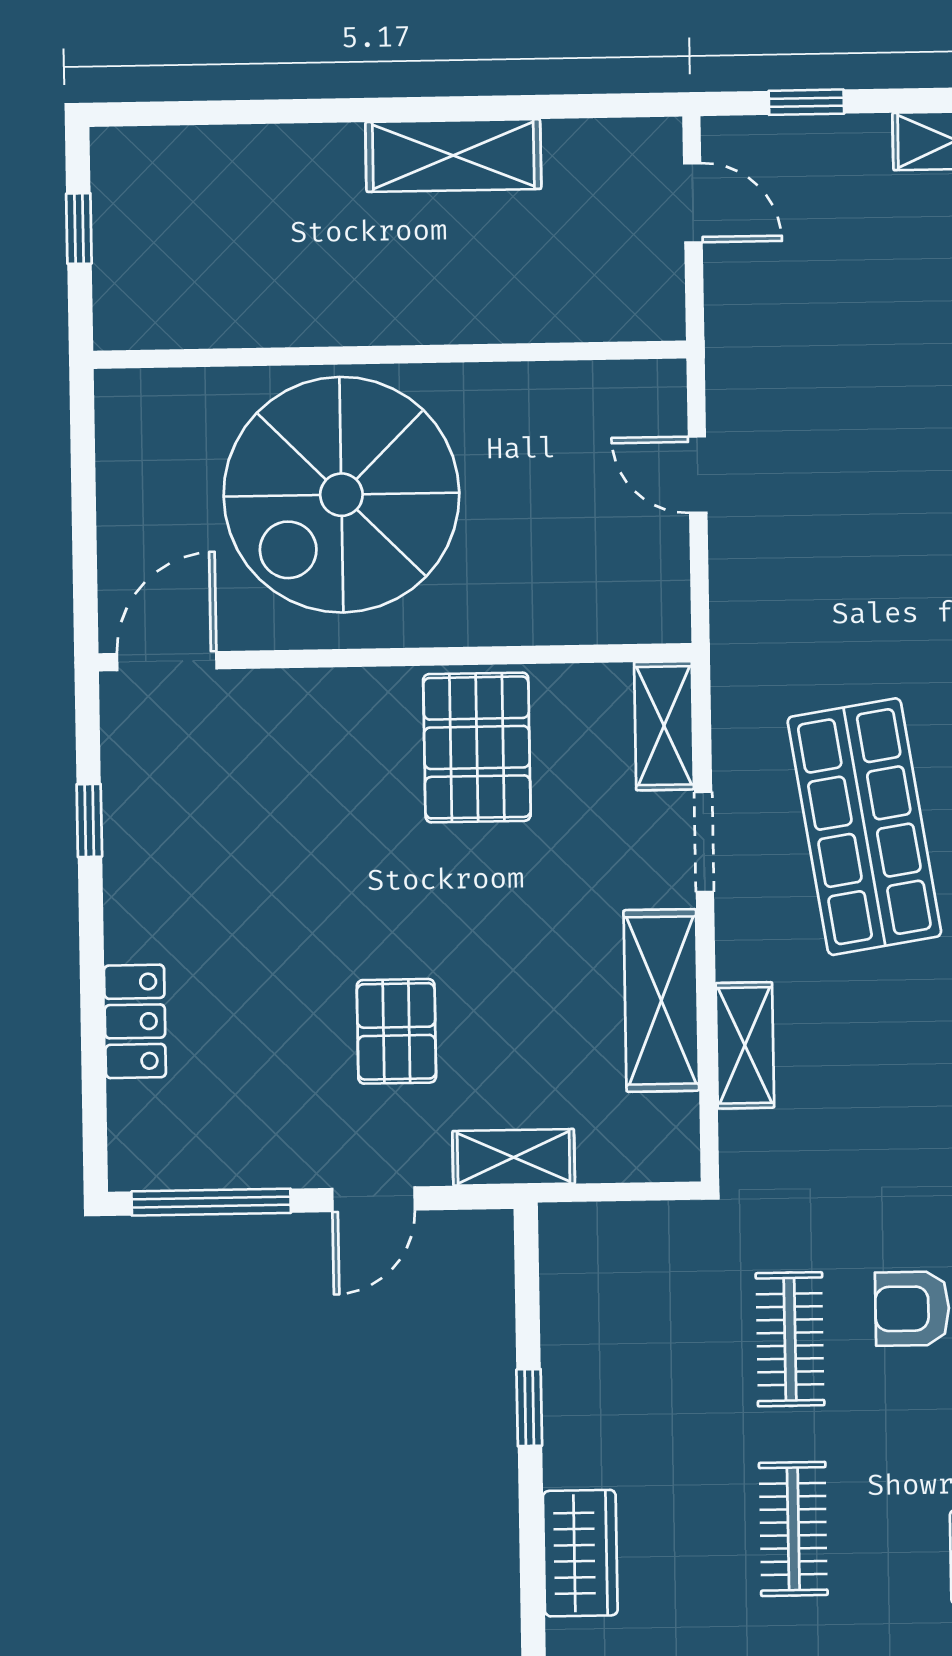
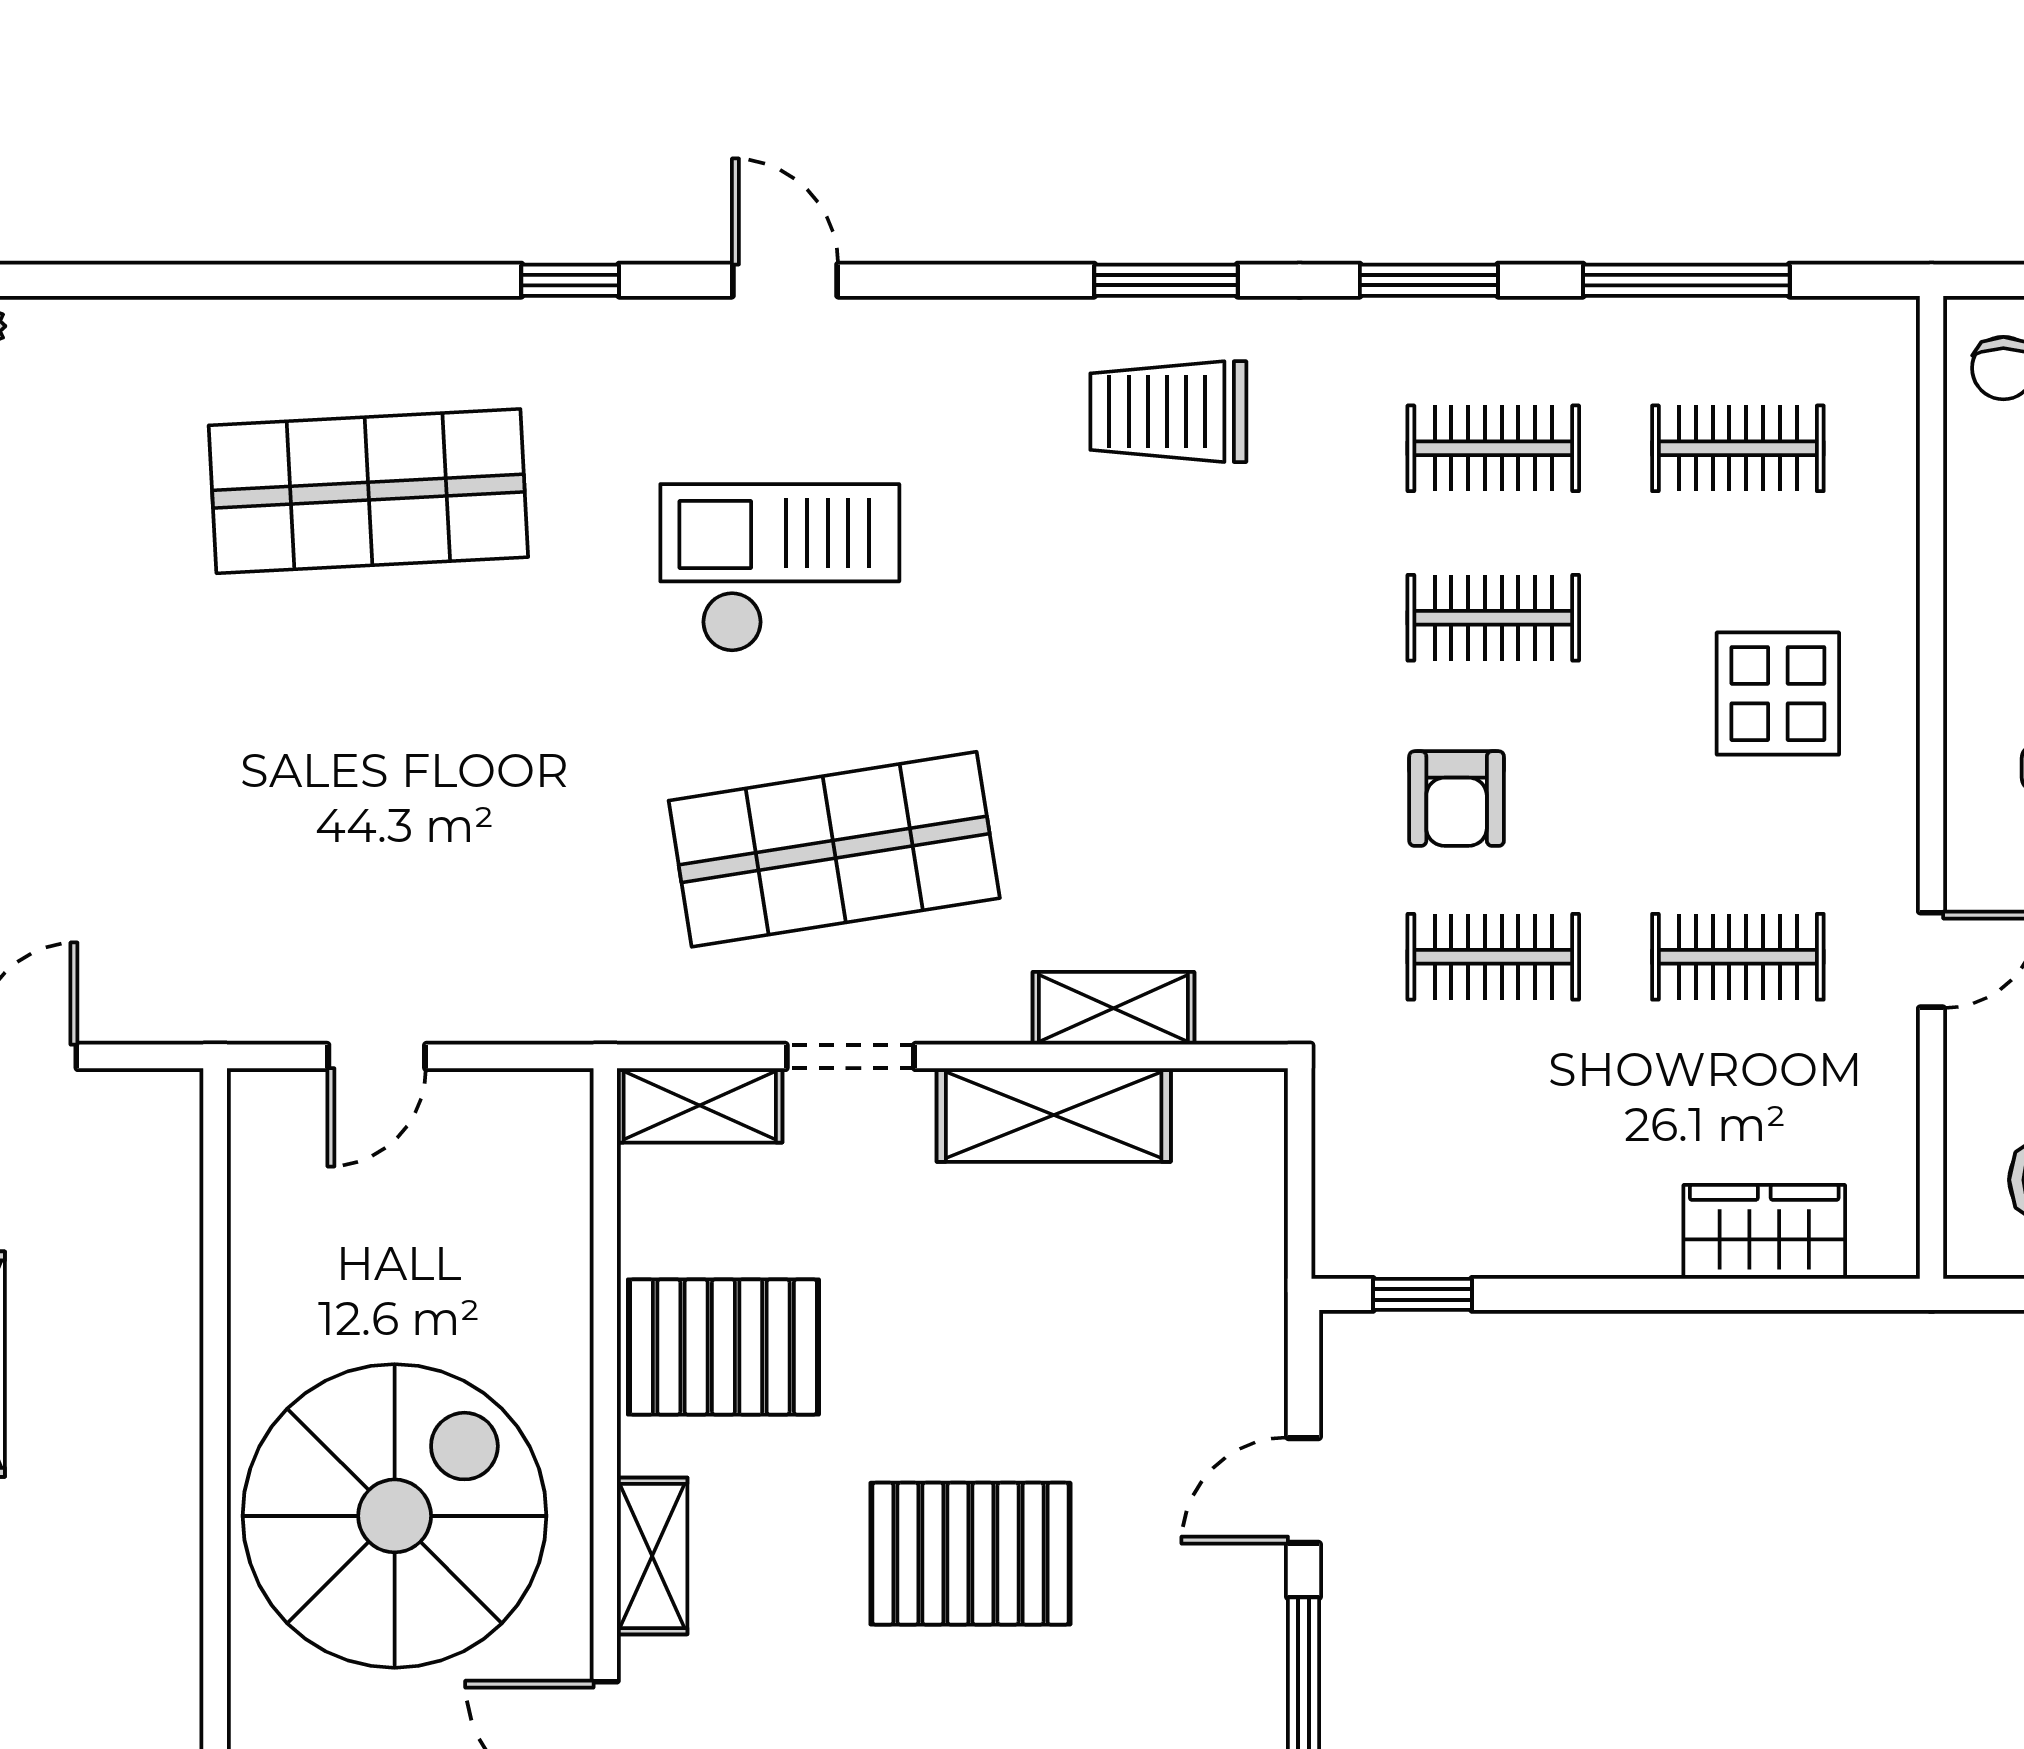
spiral stairs: (341, 495) -> (395, 1516), turned -90
pallet: (396, 1031) -> (970, 1554), moved, width x1.50, depth x1.42
shelving: (514, 1157) -> (652, 1556), moved
door: (374, 1199) -> (1303, 1490), swing flipped
window: (529, 1408) -> (1422, 1294), moved

